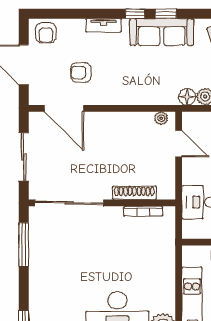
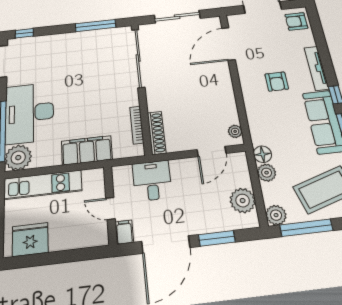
tv unit: (104, 25) -> (316, 68), width x1.41
armchair: (81, 72) -> (277, 82), moved, turned 180
shoe rack: (134, 193) -> (157, 133), moved
filing cabinet: (163, 261) -> (87, 150), added

